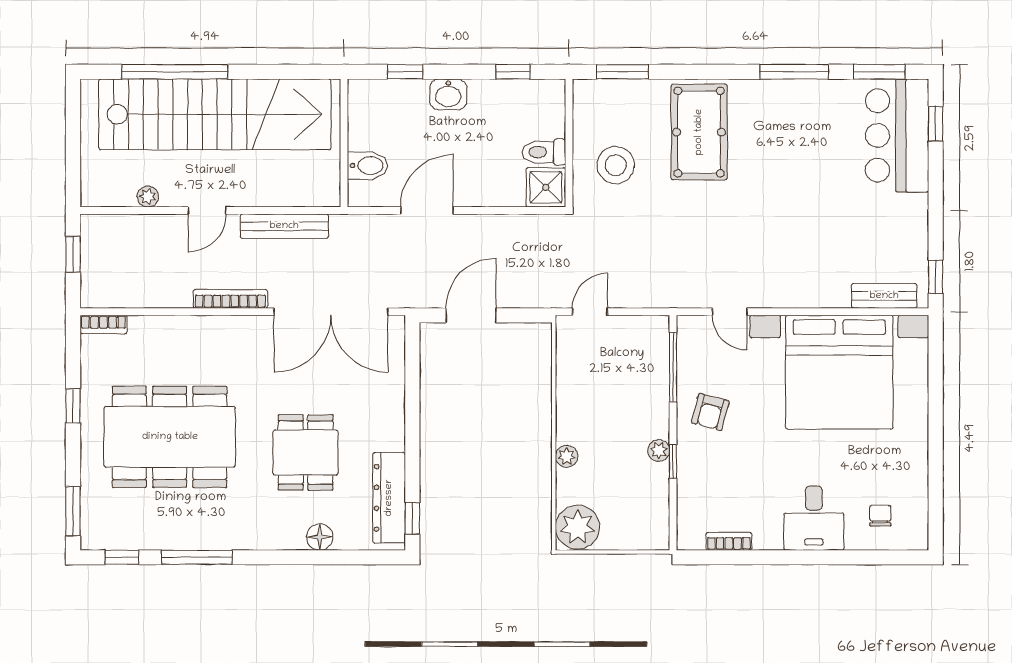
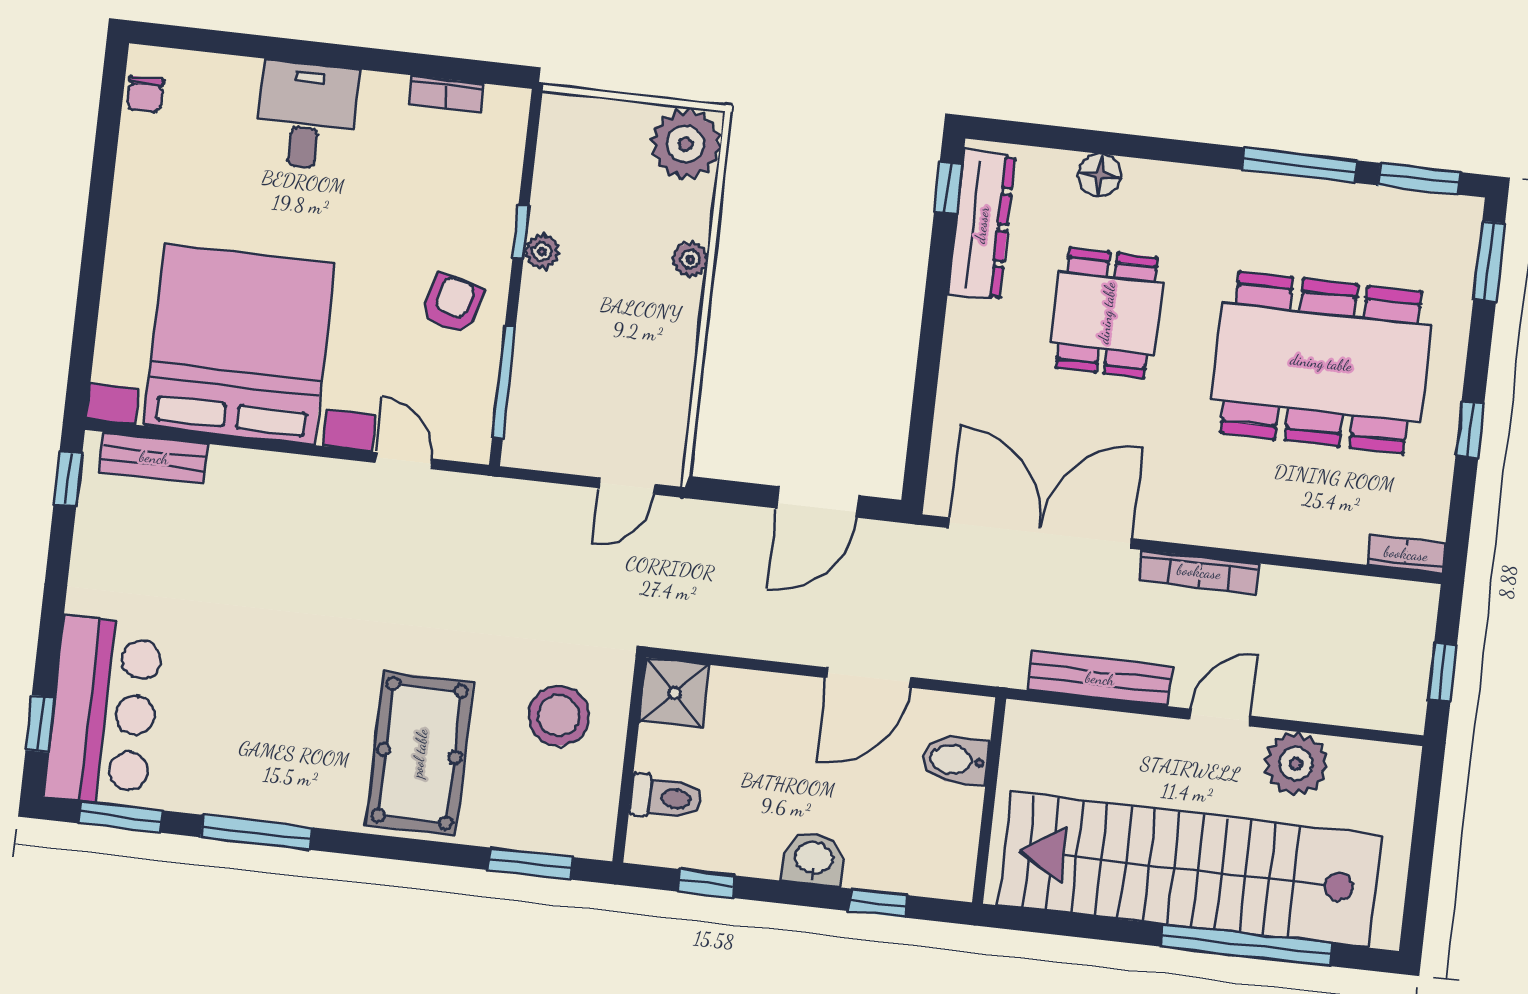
toilet: (544, 152) -> (666, 797), moved
plant: (148, 197) -> (1296, 764), width x1.87, depth x1.87
chair: (880, 516) -> (145, 94), moved
window: (122, 557) -> (1419, 179), width x1.50

